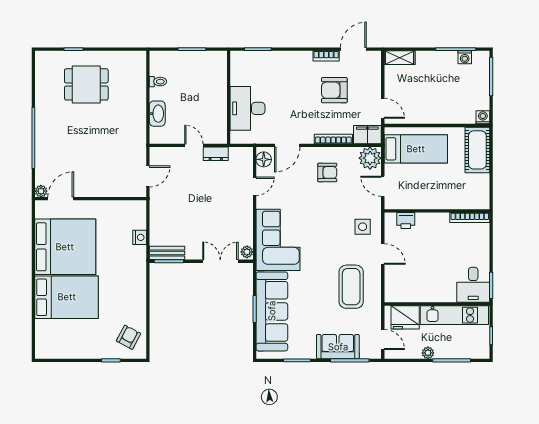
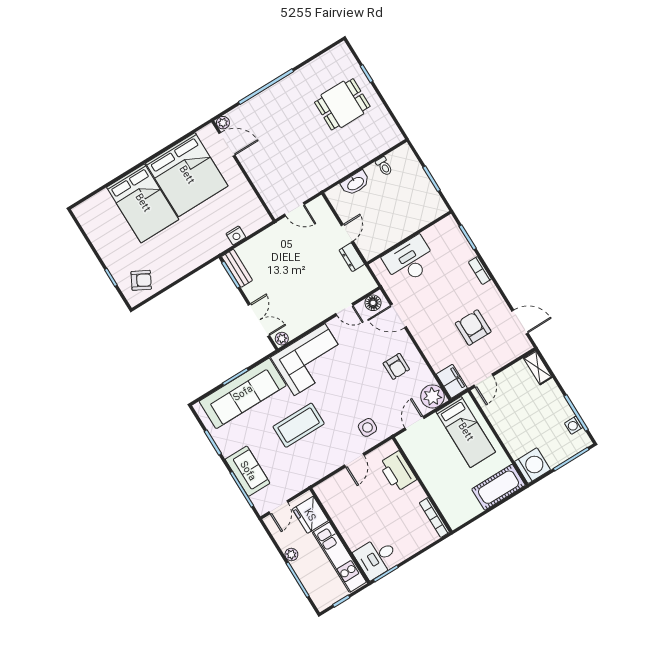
bookcase: (326, 56) -> (480, 271), moved
dining table: (86, 84) -> (342, 104), turned 90
washing machine: (483, 117) -> (533, 466), width x1.89, depth x1.89
bookcase: (333, 139) -> (429, 353), removed
printer: (406, 220) -> (398, 471), width x1.87, depth x1.48
coffee table: (351, 287) -> (299, 425), moved

